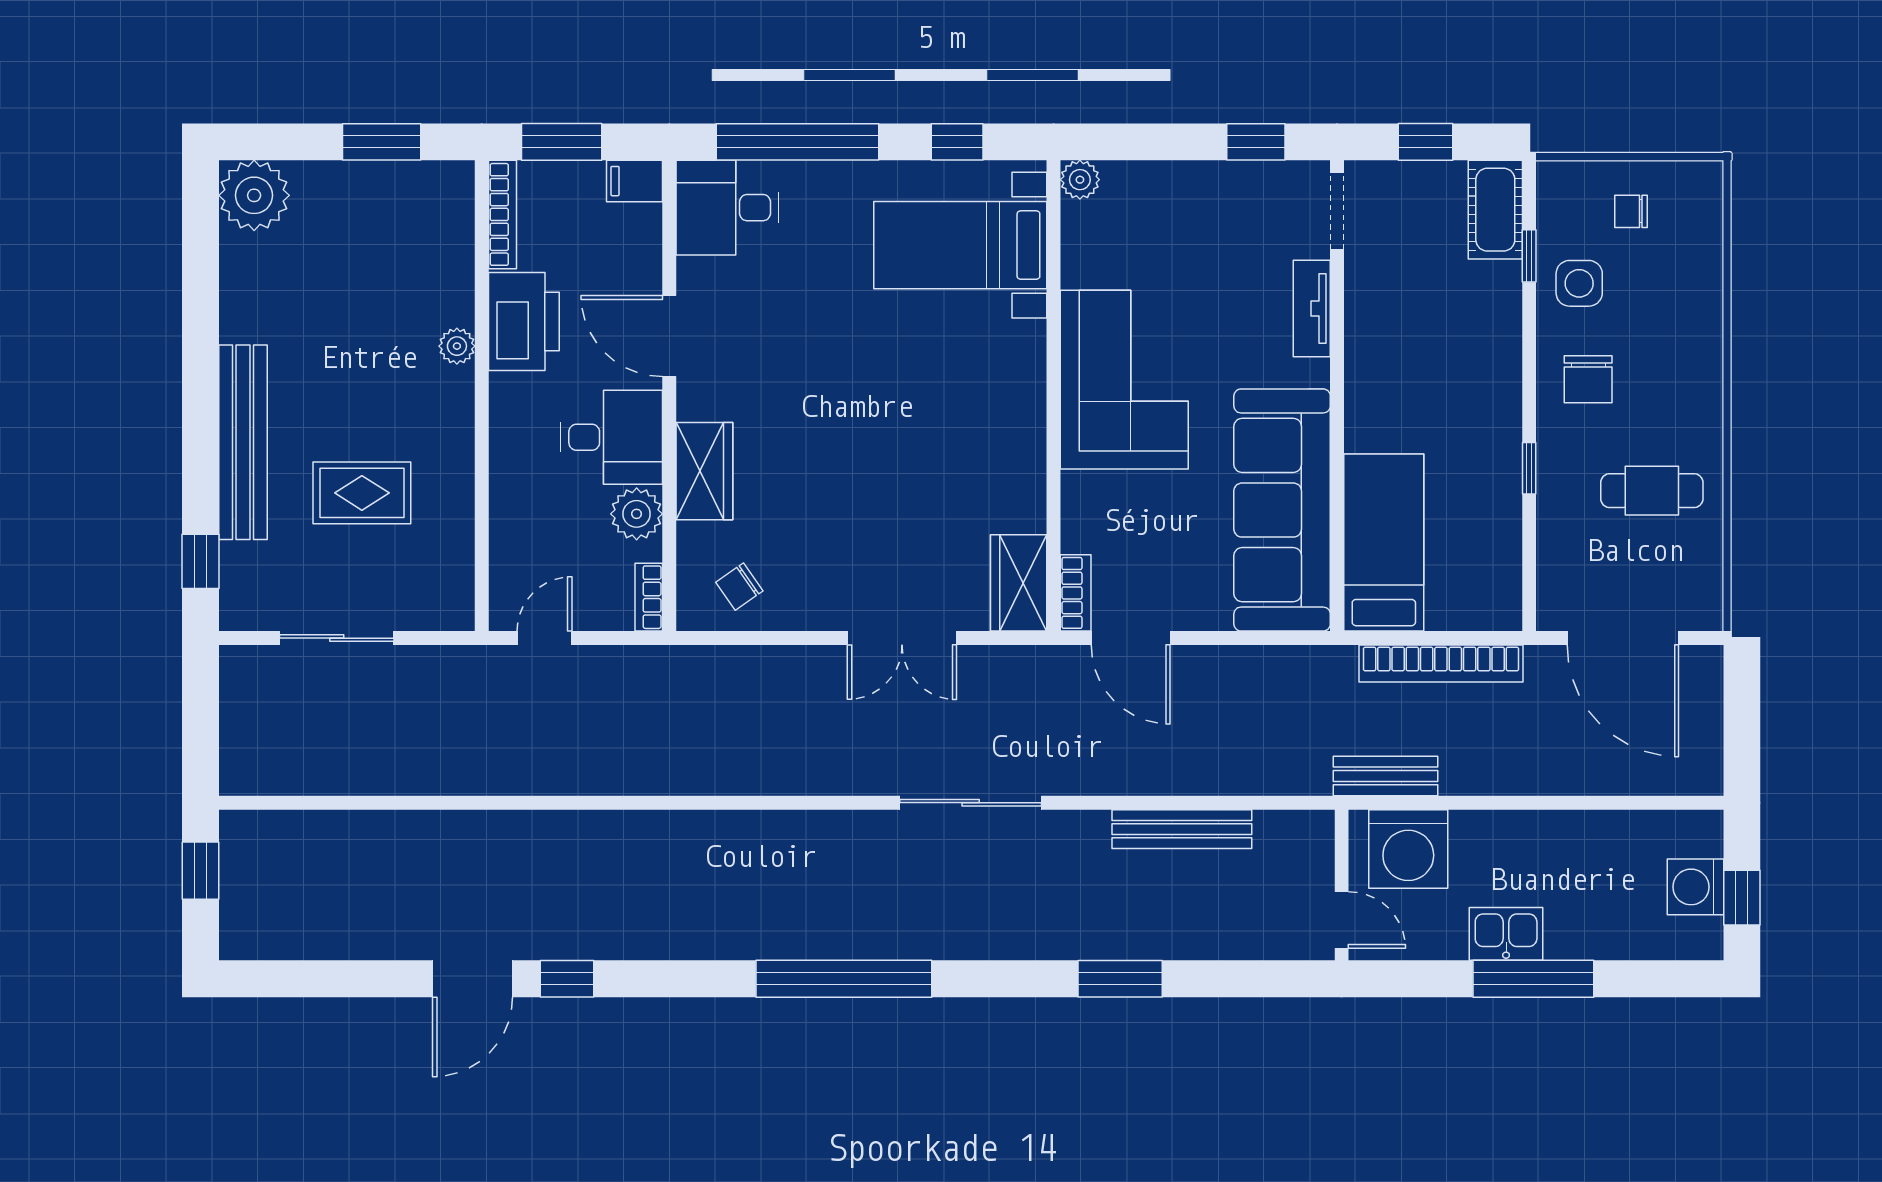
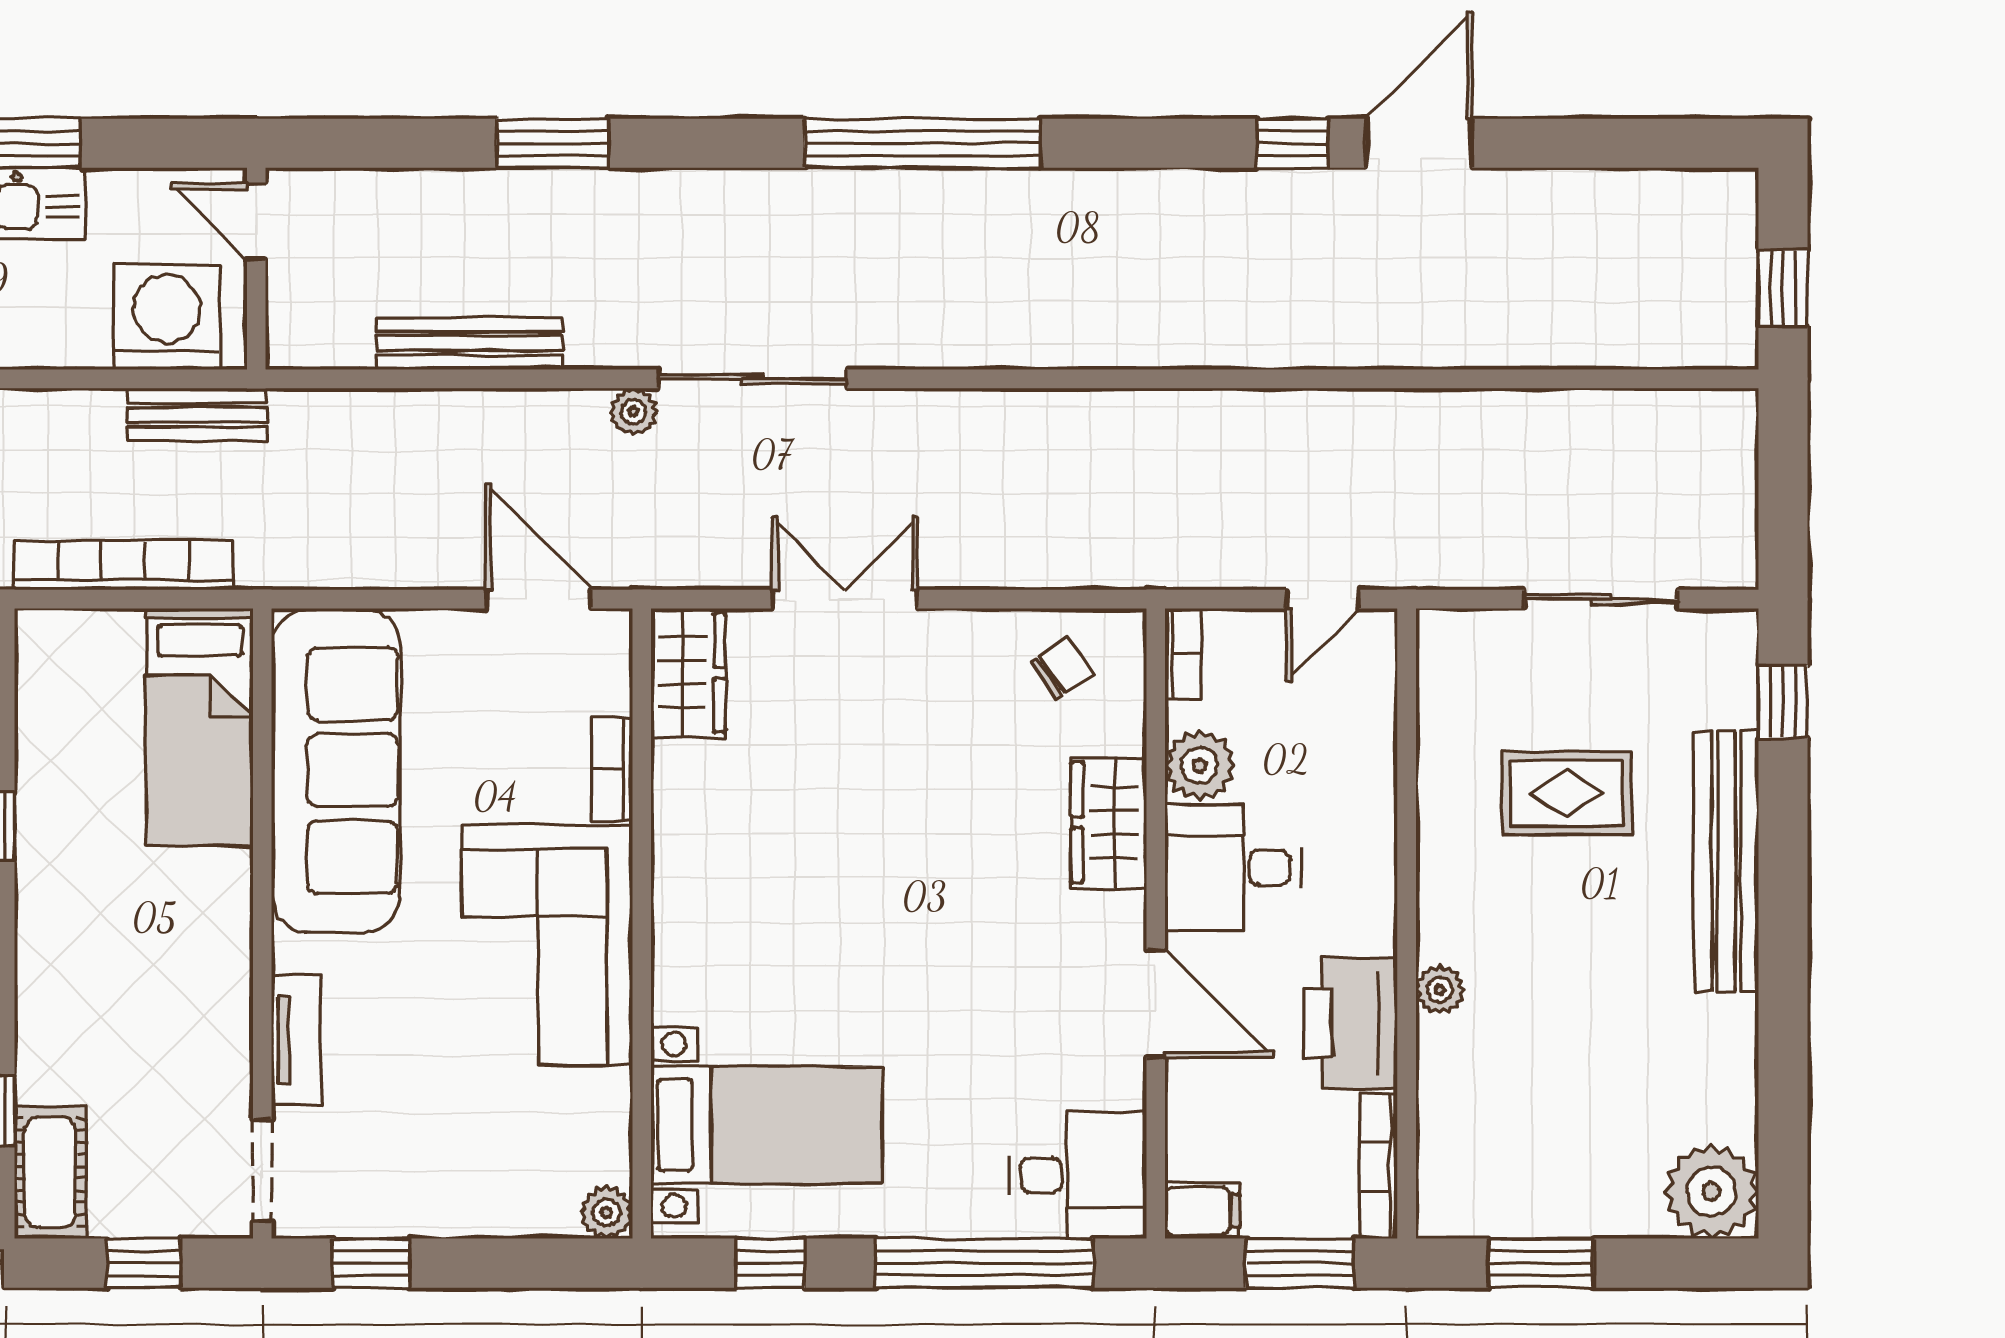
bookcase: (1076, 593) -> (612, 769), moved
plant: (1060, 778) -> (633, 412), added

